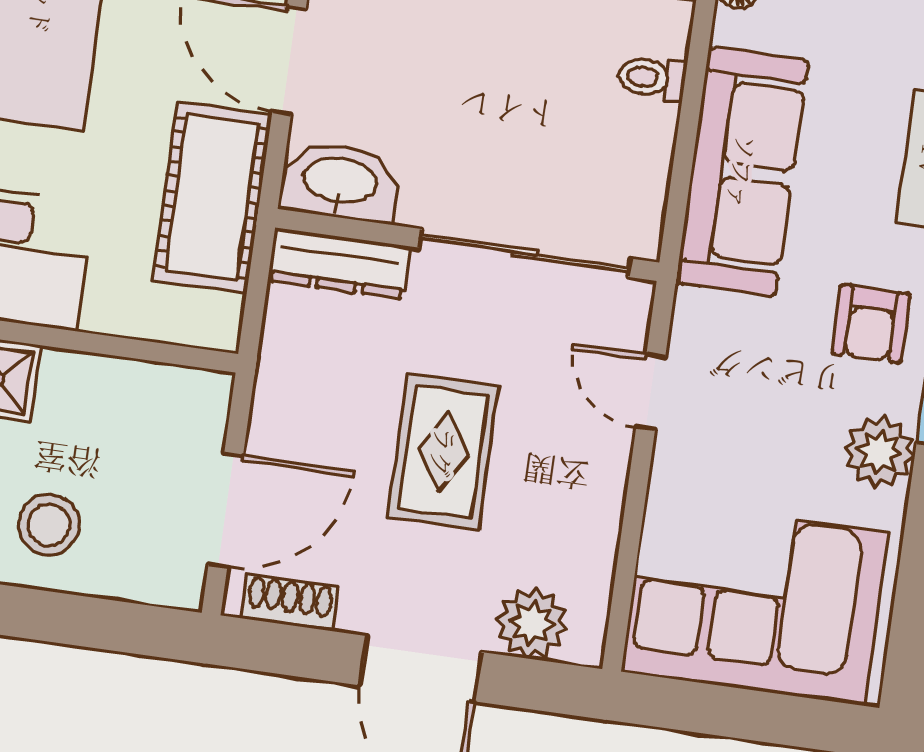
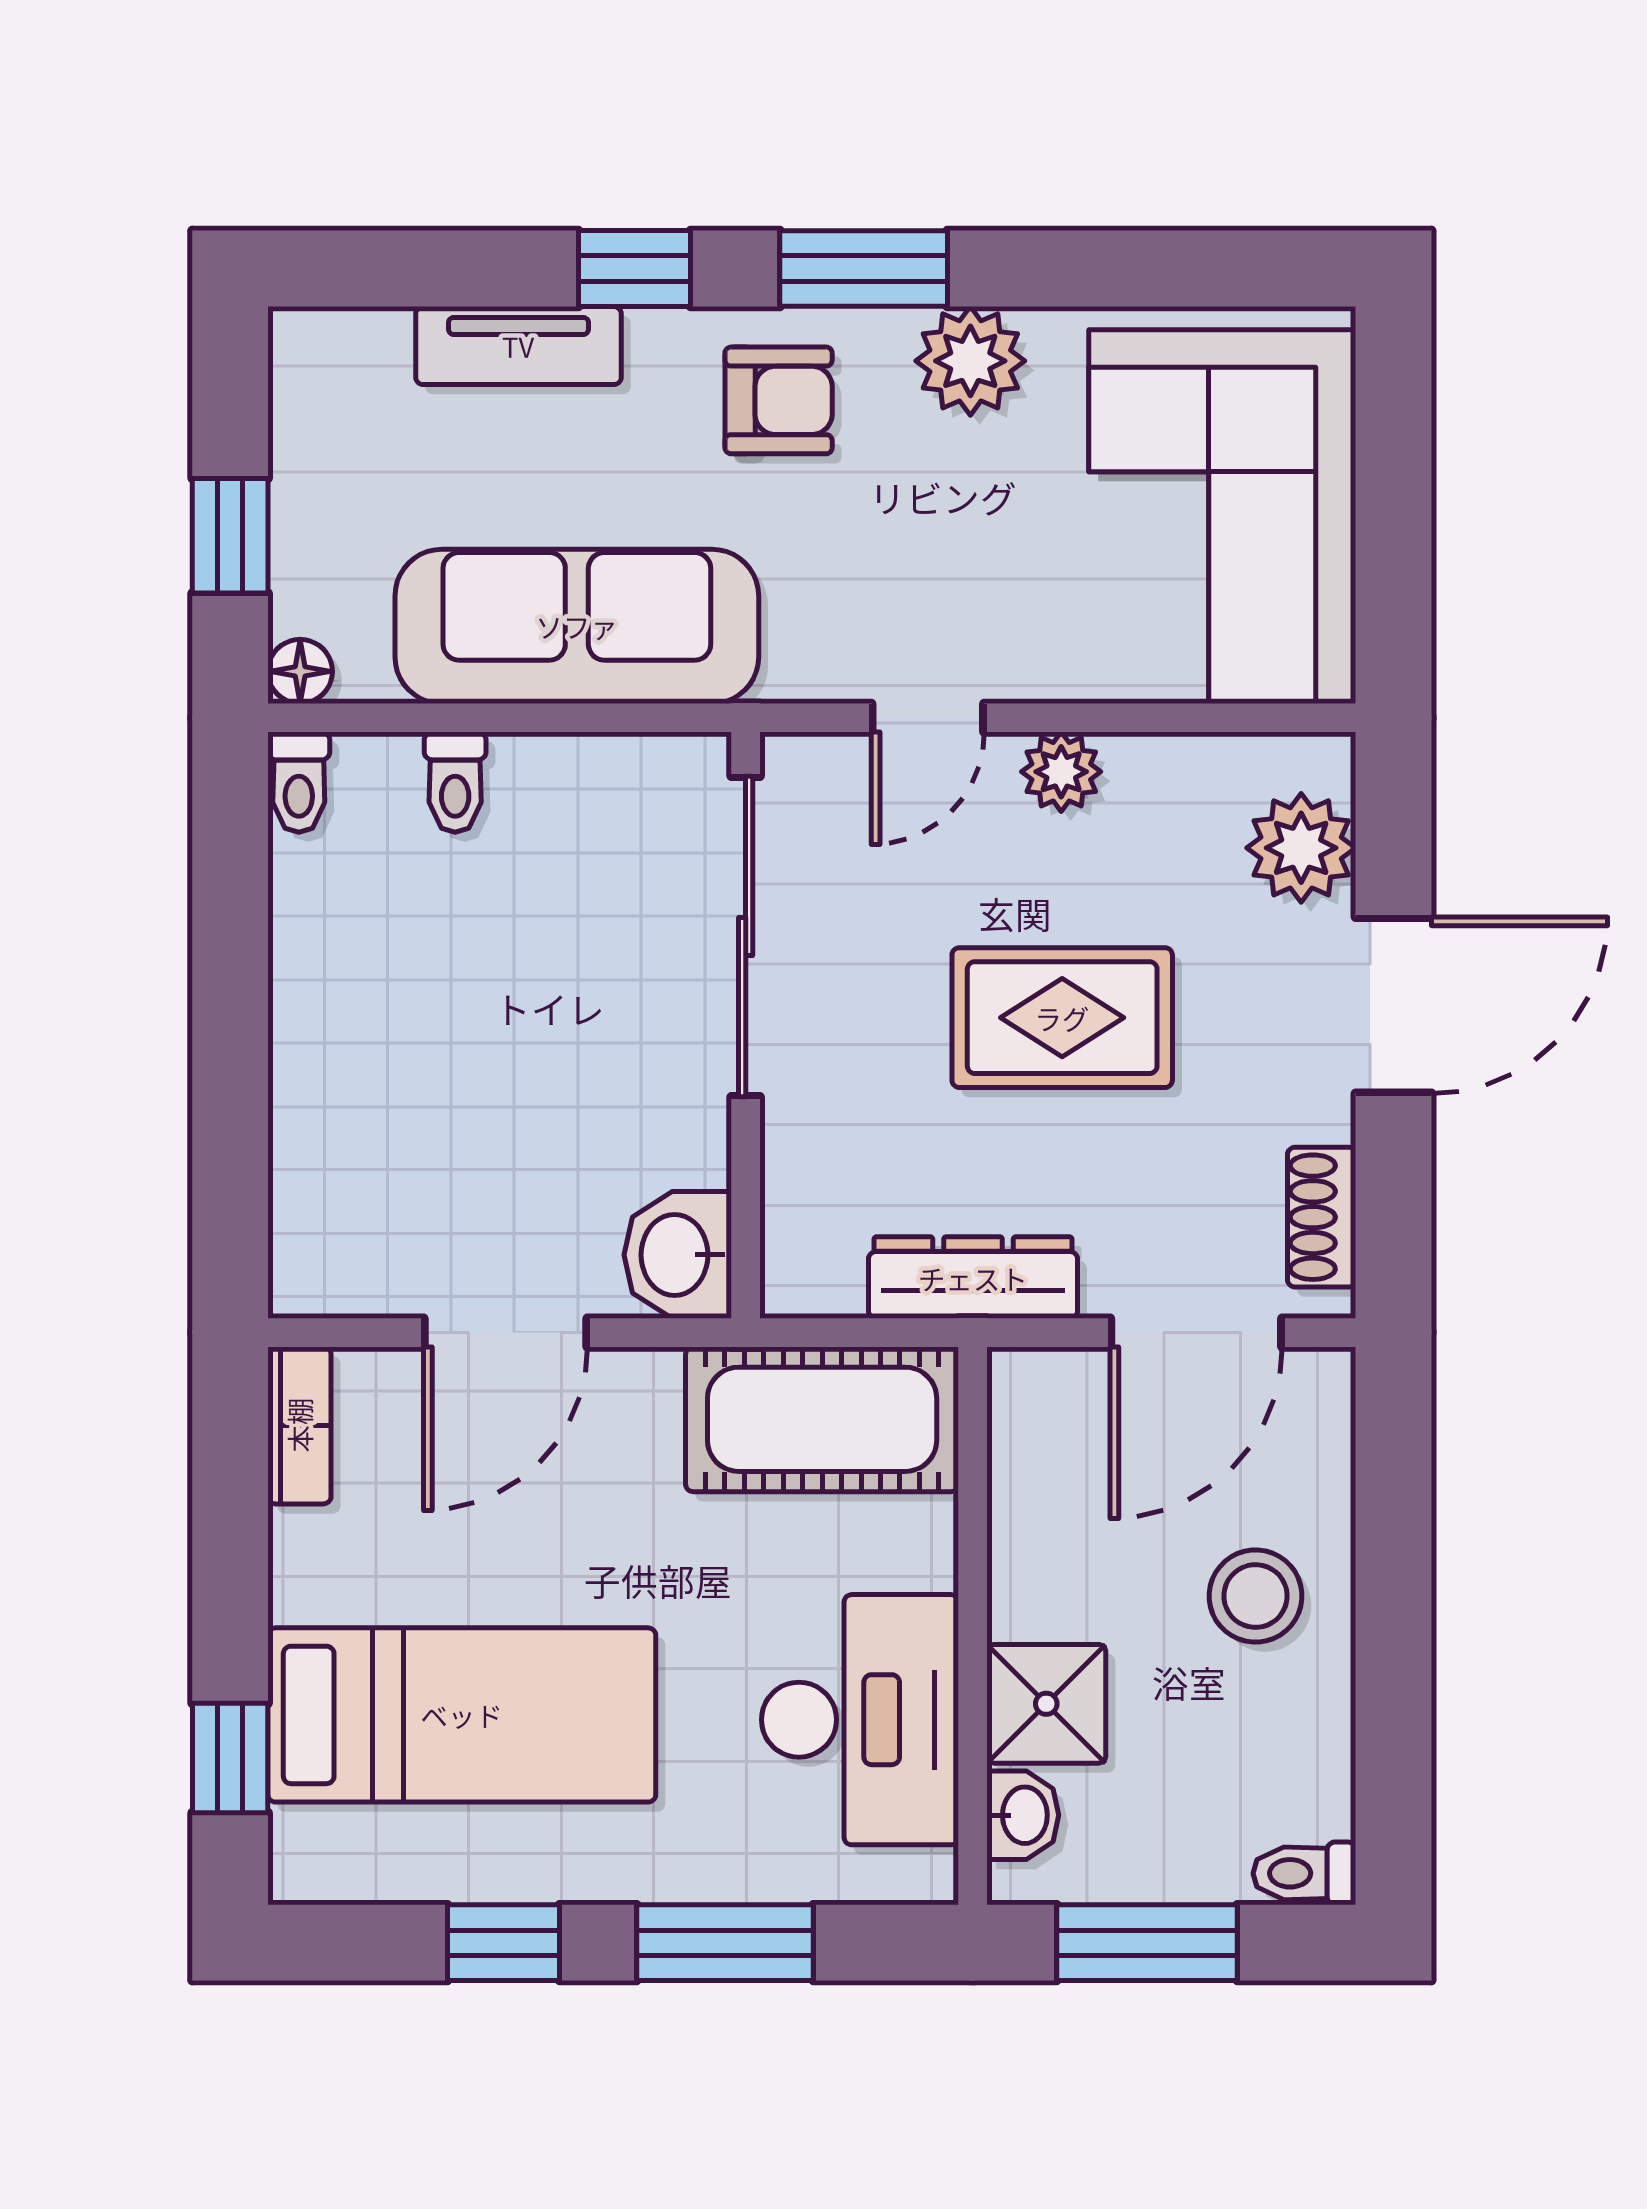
washbasin: (340, 182) -> (678, 1255), width x0.72
cot: (212, 197) -> (822, 1419), moved
dresser: (339, 264) -> (973, 1278), moved, turned -90
plant: (603, 474) -> (1061, 772), added
door: (226, 510) -> (1196, 1333), swing flipped

